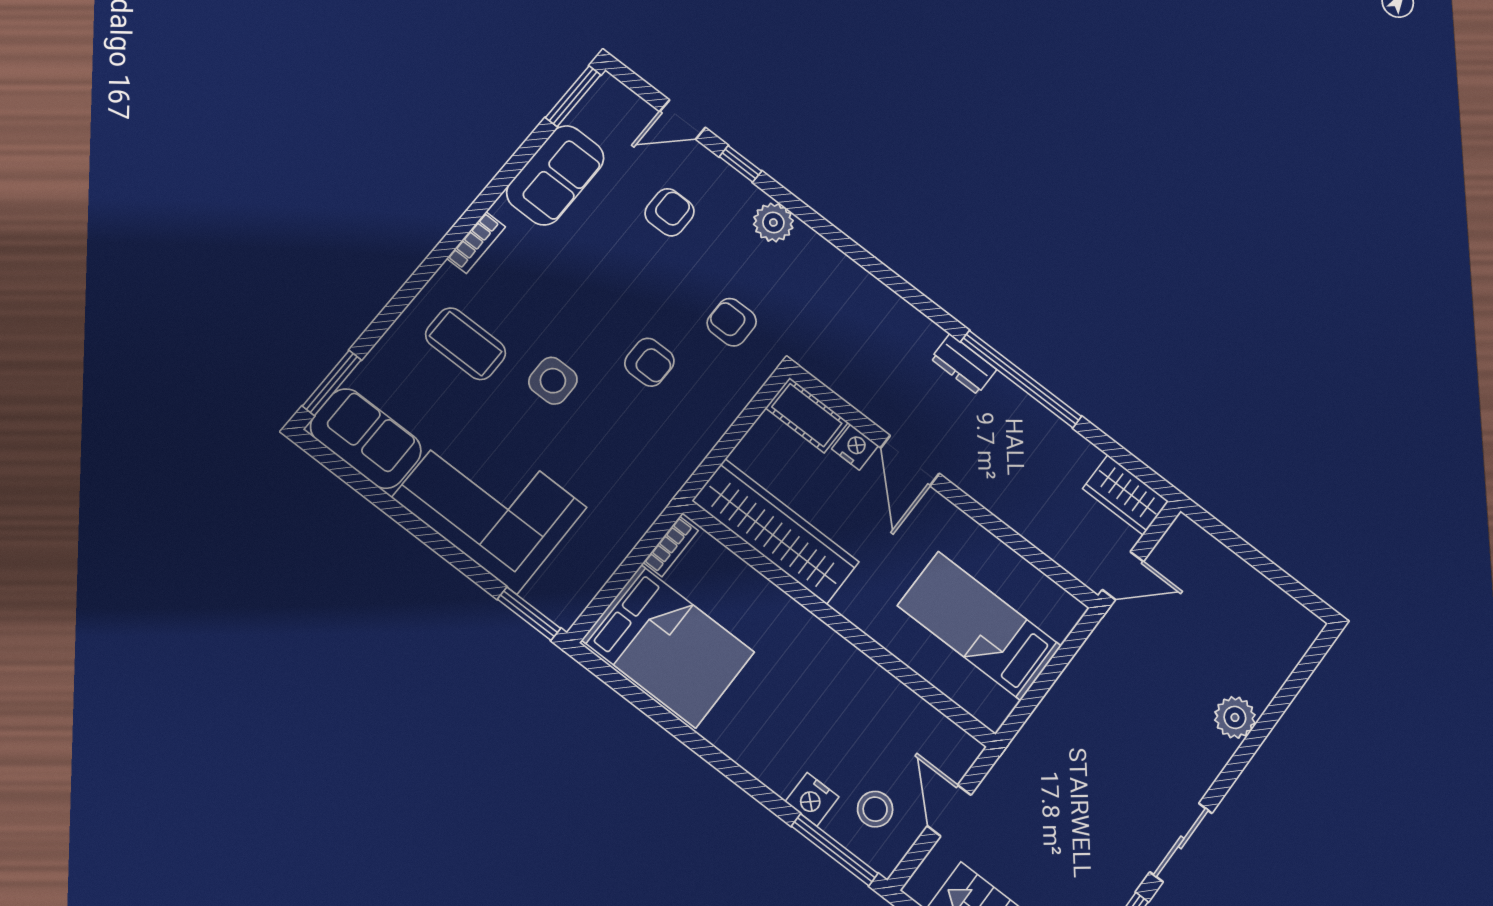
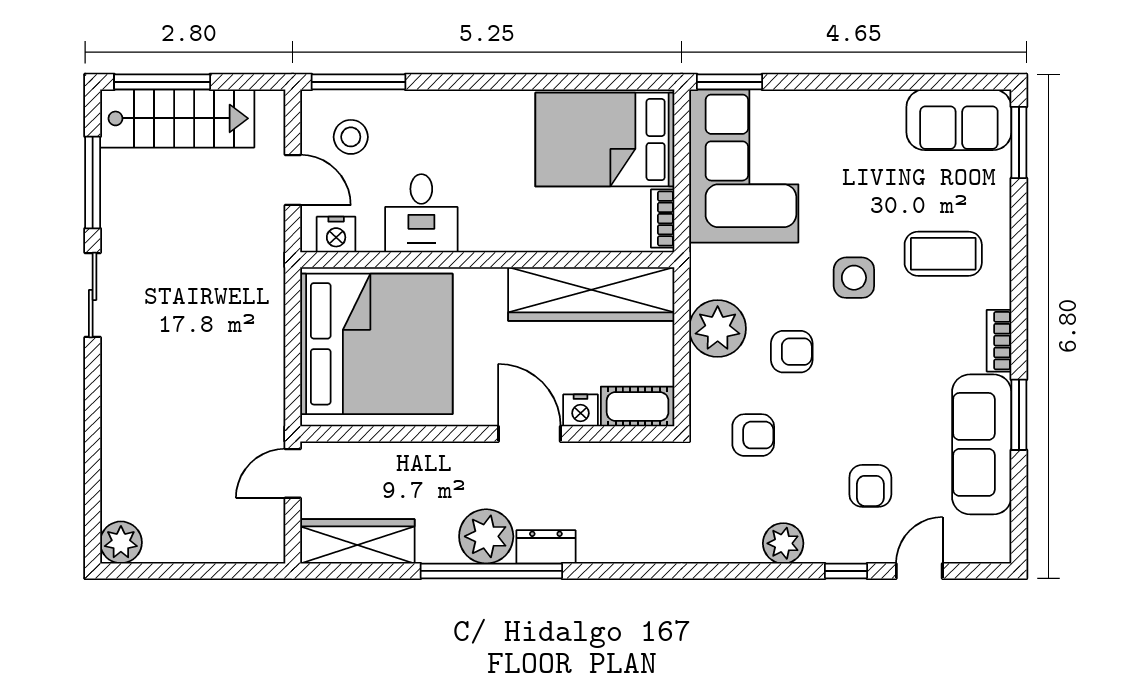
window: (573, 96) -> (1019, 415), moved
sofa: (555, 175) -> (982, 444), width x1.36
armchair: (649, 362) -> (792, 352), turned 180
plant: (1005, 409) -> (486, 536), added
plant: (695, 426) -> (718, 329), added
wardrobe: (1126, 495) -> (357, 541), width x1.50
corner sofa: (489, 503) -> (744, 166), moved, turned -90
bed: (980, 626) -> (376, 344), width x2.04
desk: (864, 702) -> (421, 213), added
plant: (1235, 717) -> (121, 542), moved
nightstand: (812, 799) -> (336, 234), moved, turned 180

